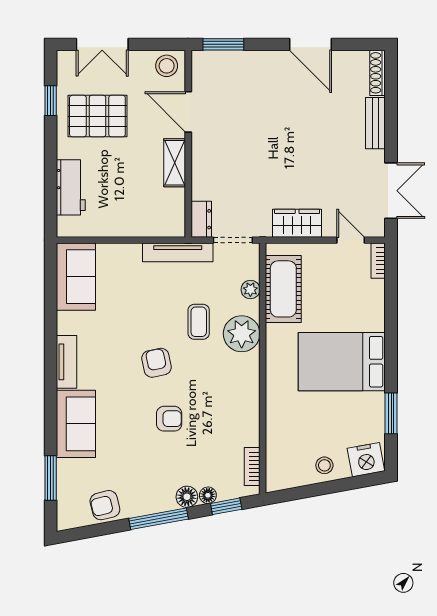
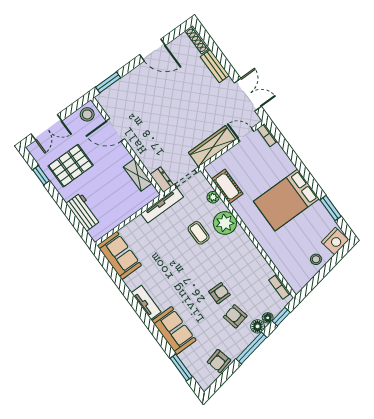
shelving: (175, 163) -> (138, 175), moved
wardrobe: (297, 223) -> (212, 146), width x1.50
cot: (283, 289) -> (227, 186), width x0.73, depth x0.75
armchair: (157, 363) -> (235, 316), moved

